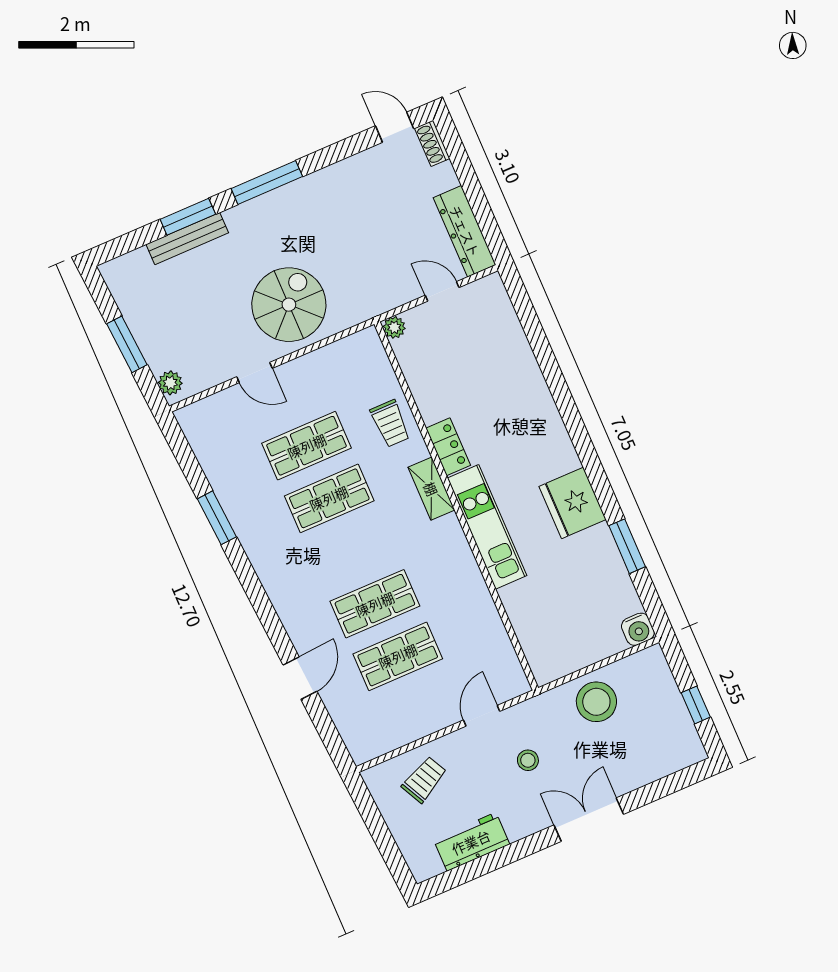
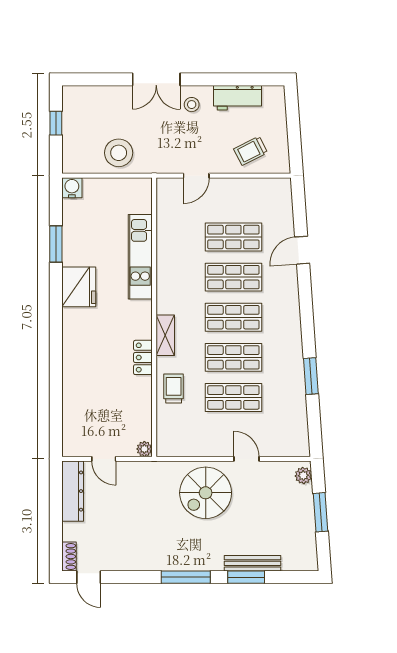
kitchen unit: (487, 527) -> (140, 257), moved
shop shelf: (352, 551) -> (233, 317), added
stool: (528, 760) -> (192, 105), moved

